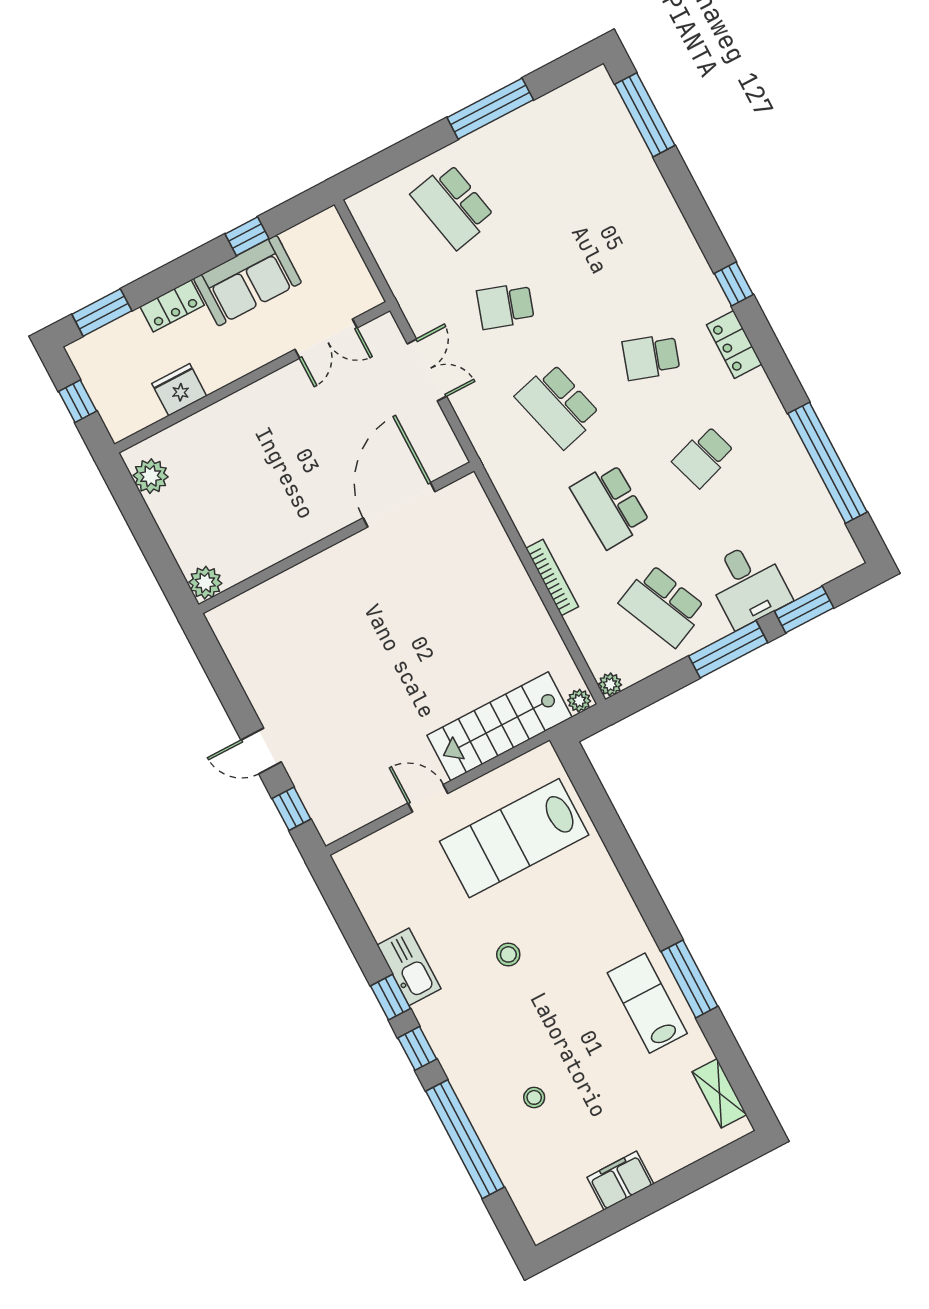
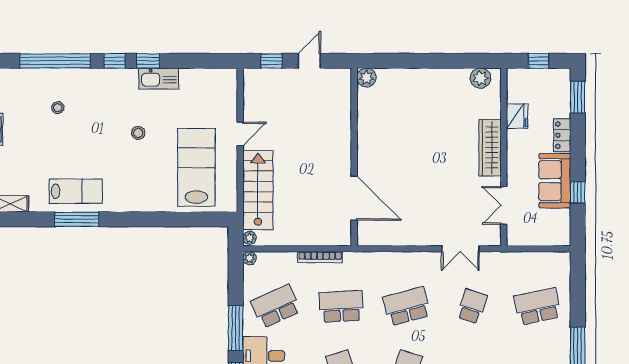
wardrobe: (249, 406) -> (490, 148), added
door: (399, 505) -> (354, 198), moved
wall: (336, 538) -> (354, 157), moved
plant: (205, 583) -> (366, 78), moved

